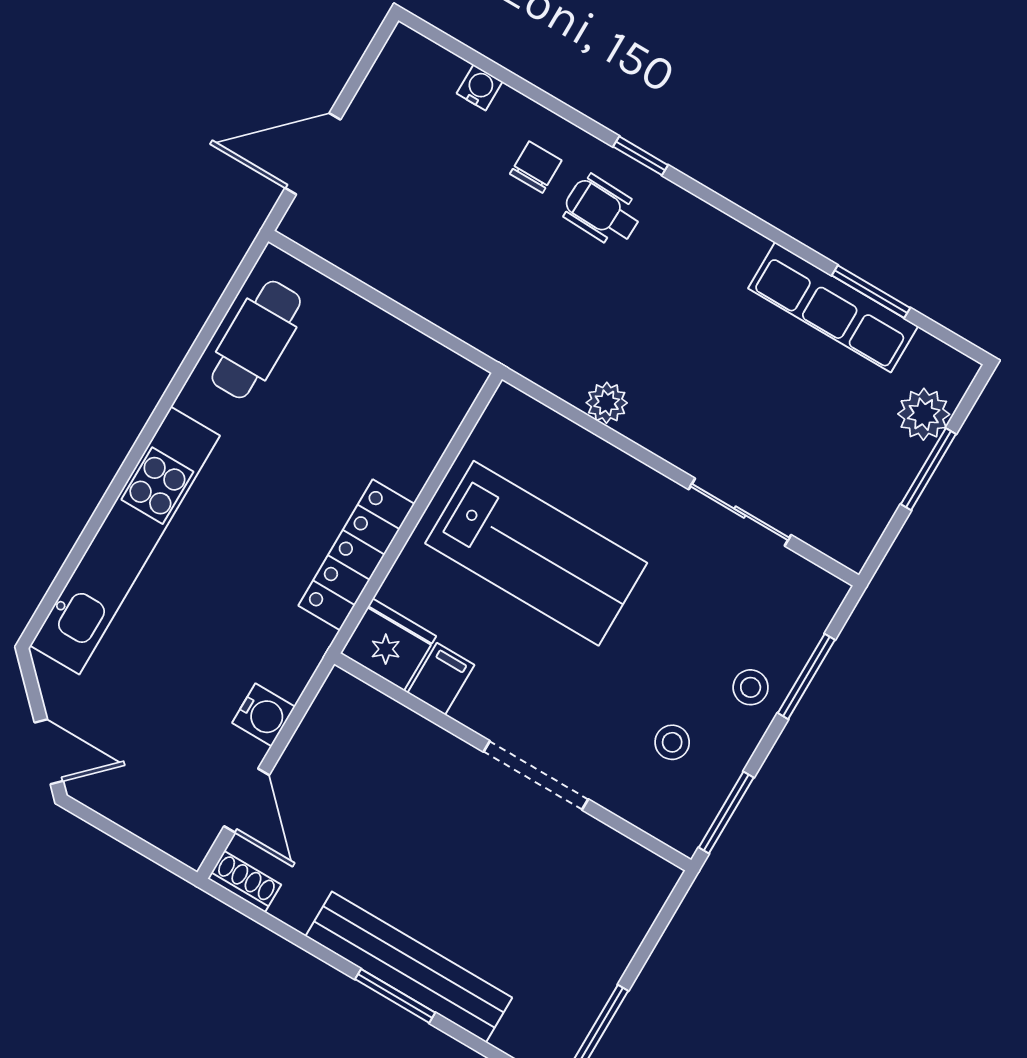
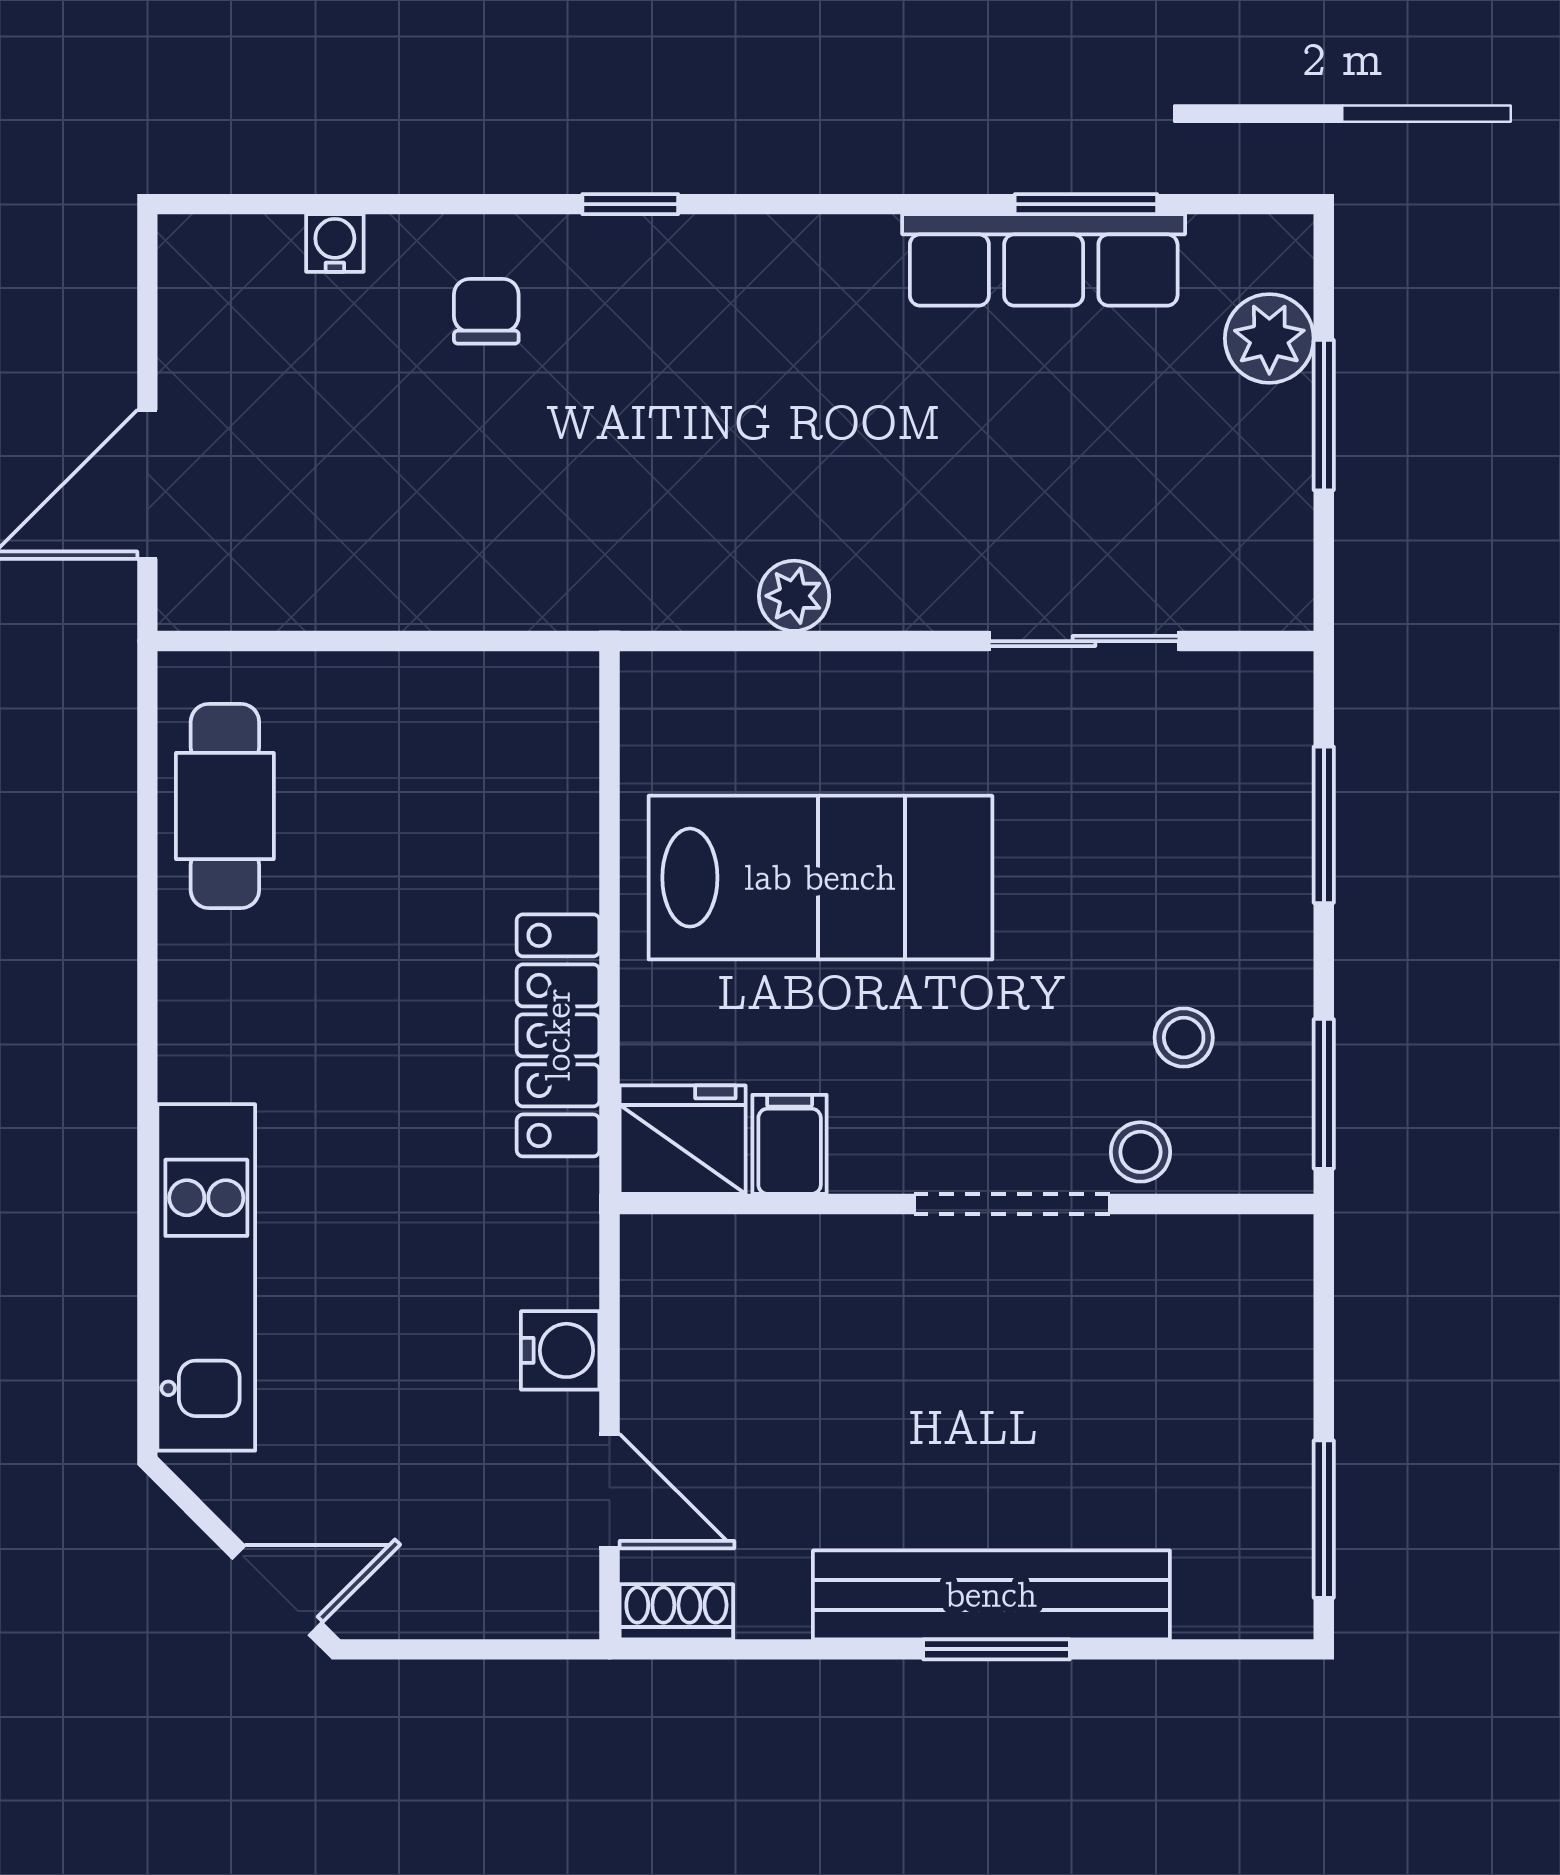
wheelchair: (602, 211) -> (622, 318), removed
kitchen unit: (125, 541) -> (206, 1277), width x0.73
stool: (751, 687) -> (1140, 1152), moved

